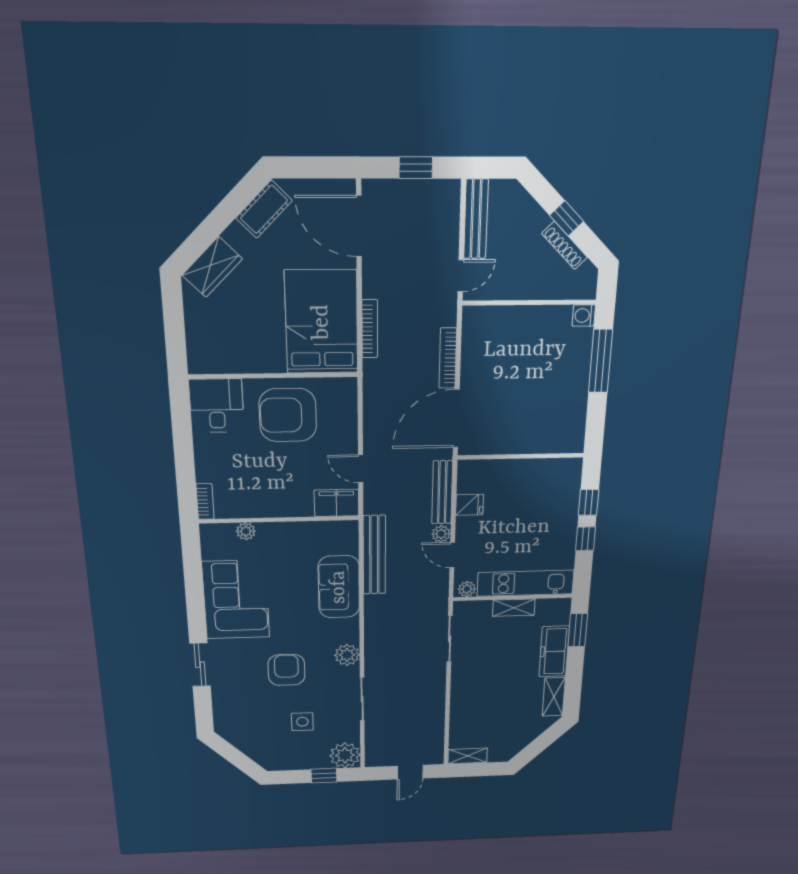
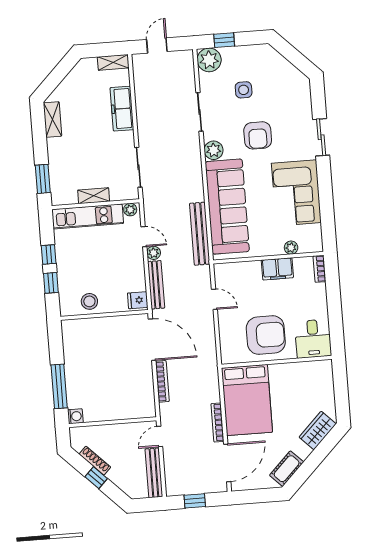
door: (359, 226) -> (227, 463), hinge flipped
bookcase: (370, 329) -> (217, 423), moved
door: (456, 419) -> (152, 340), hinge flipped
stool: (539, 475) -> (89, 301), added
filing cabinet: (336, 503) -> (277, 269), moved
fridge: (470, 505) -> (138, 300), moved
sofa: (339, 587) -> (227, 207), width x1.85, depth x1.27
freezer: (554, 651) -> (122, 109), moved, turned 180

